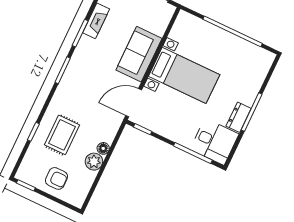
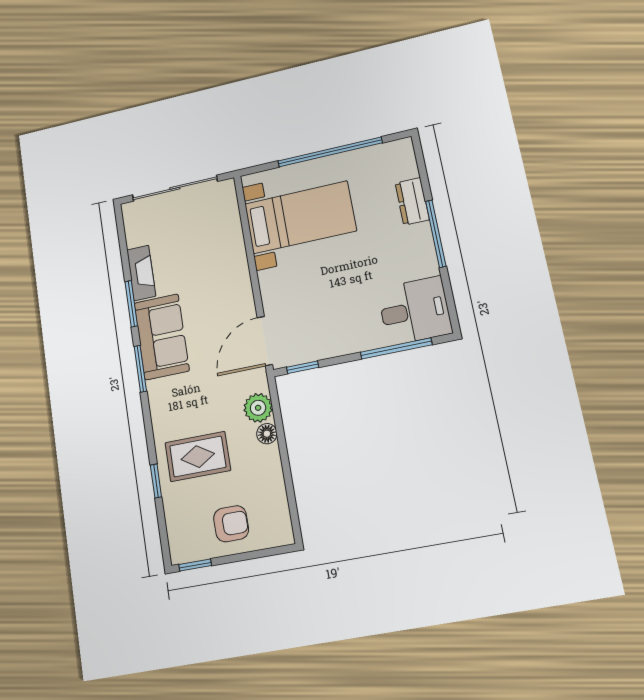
sofa: (139, 54) -> (162, 337), moved, turned 180
bed with nightstands: (184, 75) -> (300, 217), moved
dresser: (239, 117) -> (412, 201), moved
rug: (62, 135) -> (198, 457), turned 90
plant: (94, 162) -> (258, 408), moved

